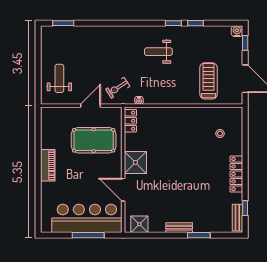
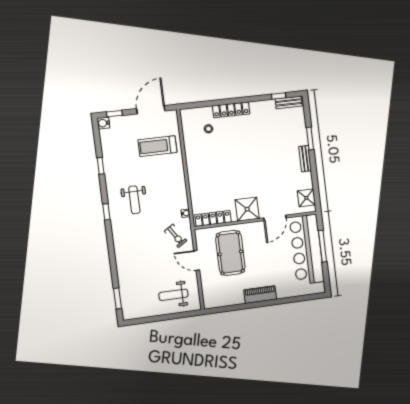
window: (173, 23) -> (106, 212), moved
locker: (130, 121) -> (213, 218), width x1.53
locker: (236, 174) -> (231, 110), moved

